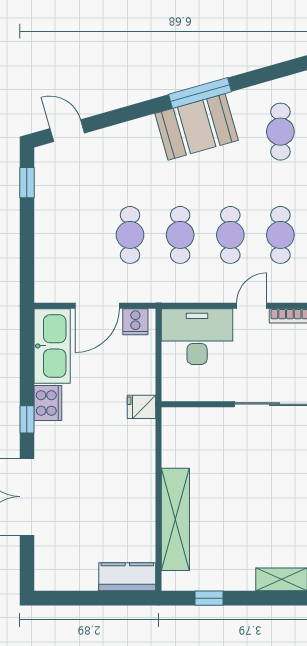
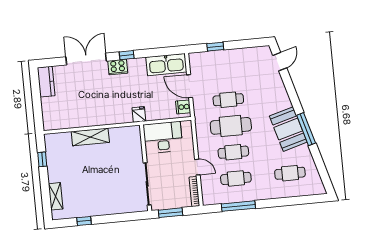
window: (27, 183) -> (215, 47), moved
cafe table: (180, 235) -> (231, 126), width x1.37, depth x1.35
desk: (197, 337) -> (163, 137), moved, turned -90
cooker: (48, 403) -> (118, 67), moved
shelving: (175, 519) -> (90, 137), width x0.68
kitchen counter: (127, 577) -> (46, 82), moved

